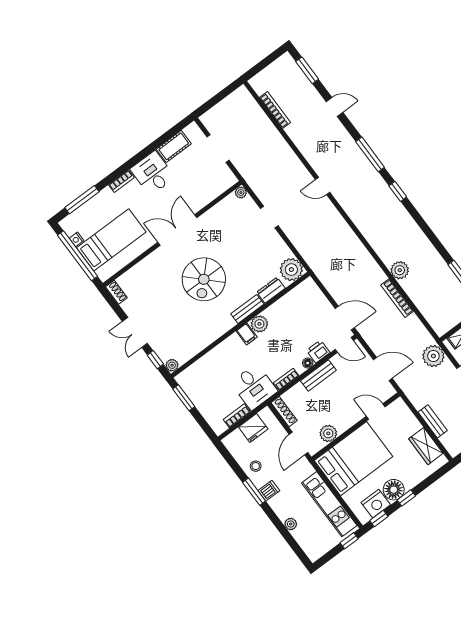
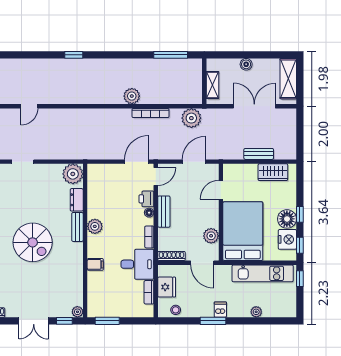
window: (370, 154) -> (32, 55), removed
filing cabinet: (247, 334) -> (95, 264), moved
plant: (433, 356) -> (191, 118), moved
stool: (256, 466) -> (176, 310), moved

